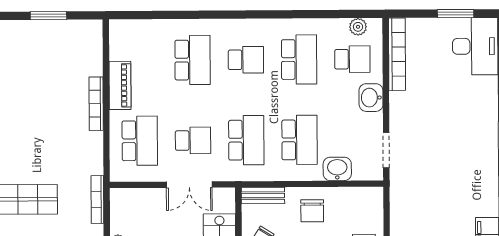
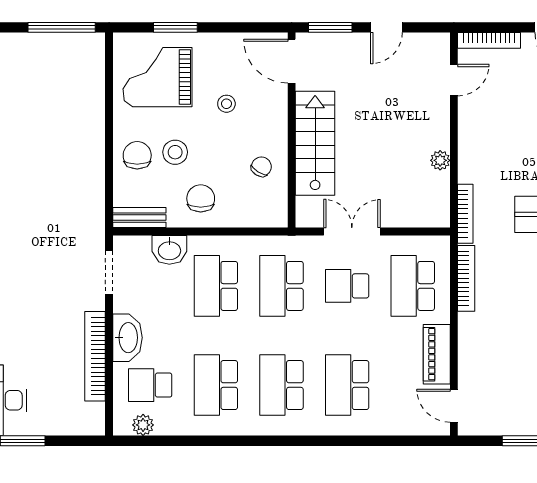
door: (106, 44) -> (454, 406), added
bookcase: (397, 54) -> (95, 356), moved
school desk: (246, 60) -> (281, 385), width x1.85
washbasin: (371, 98) -> (127, 338), width x1.38
bookcase: (96, 104) -> (466, 278), moved
bench: (263, 196) -> (139, 218), moved

